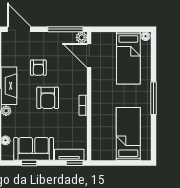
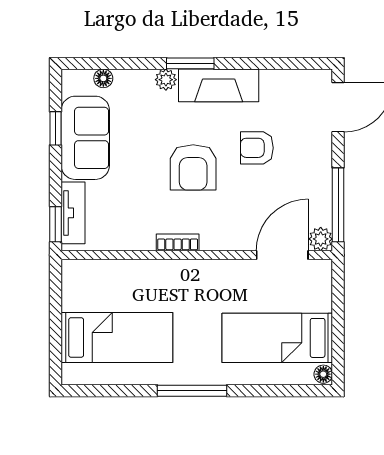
armchair: (48, 98) -> (193, 167), turned -90

